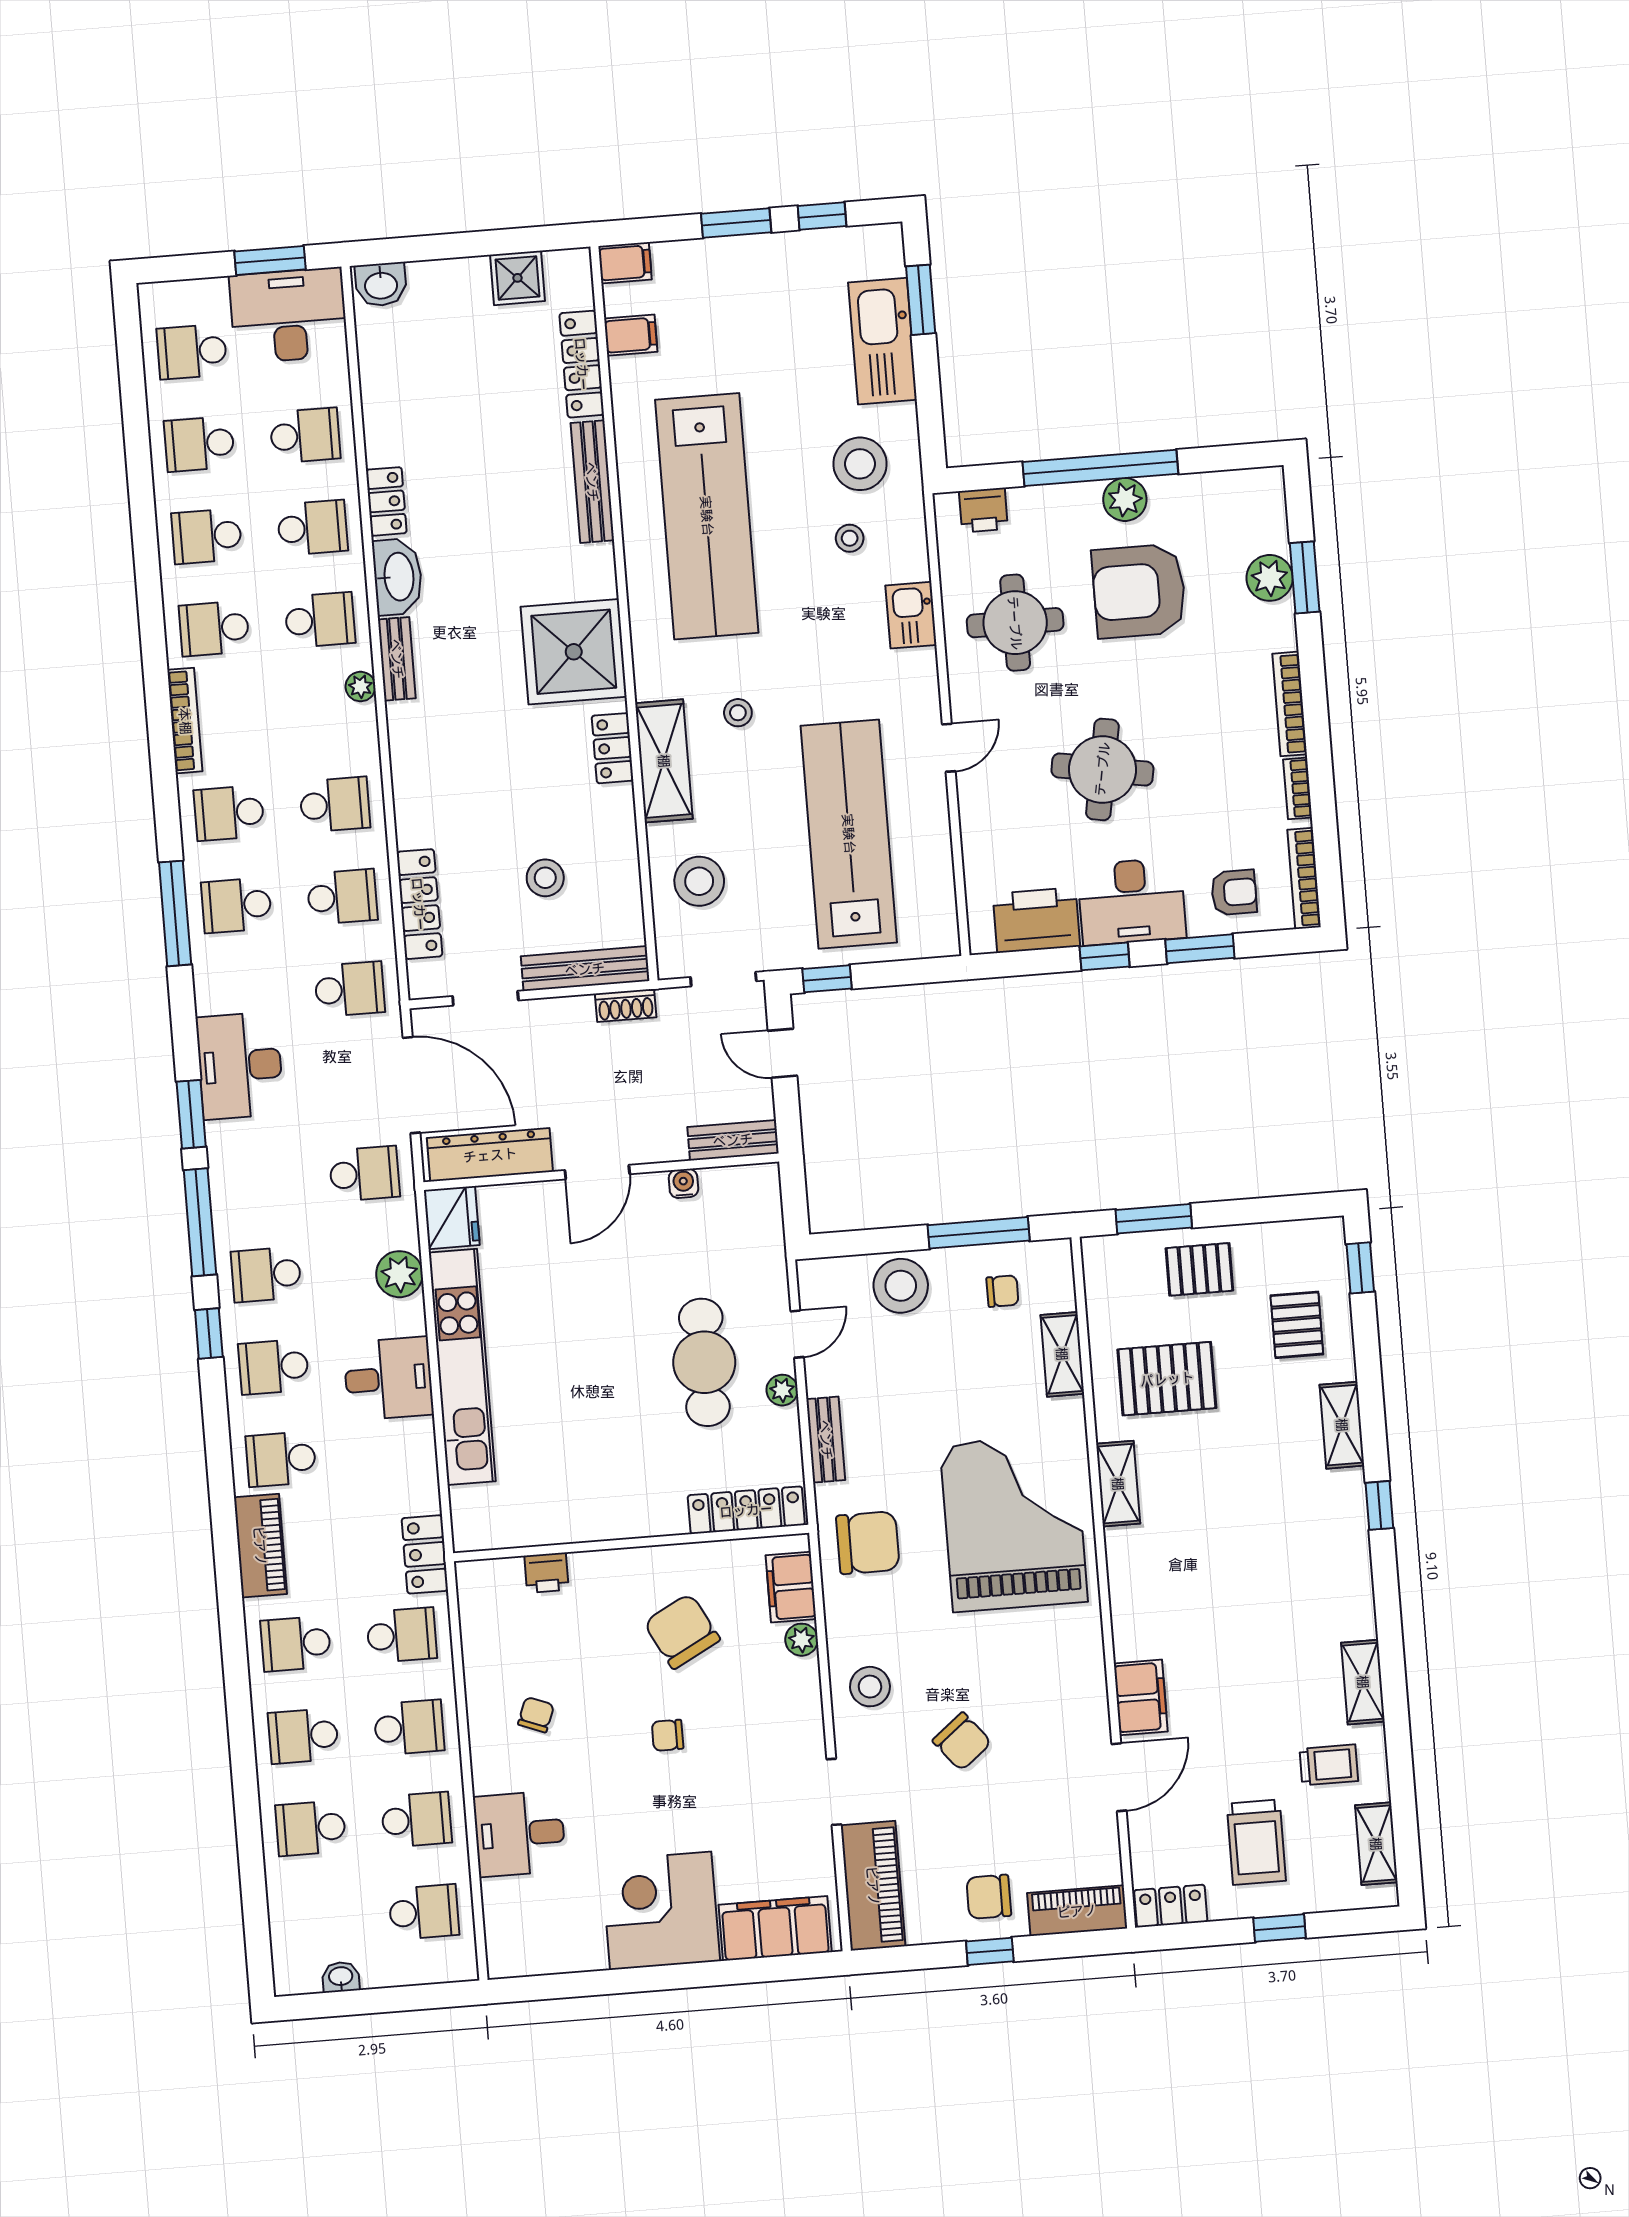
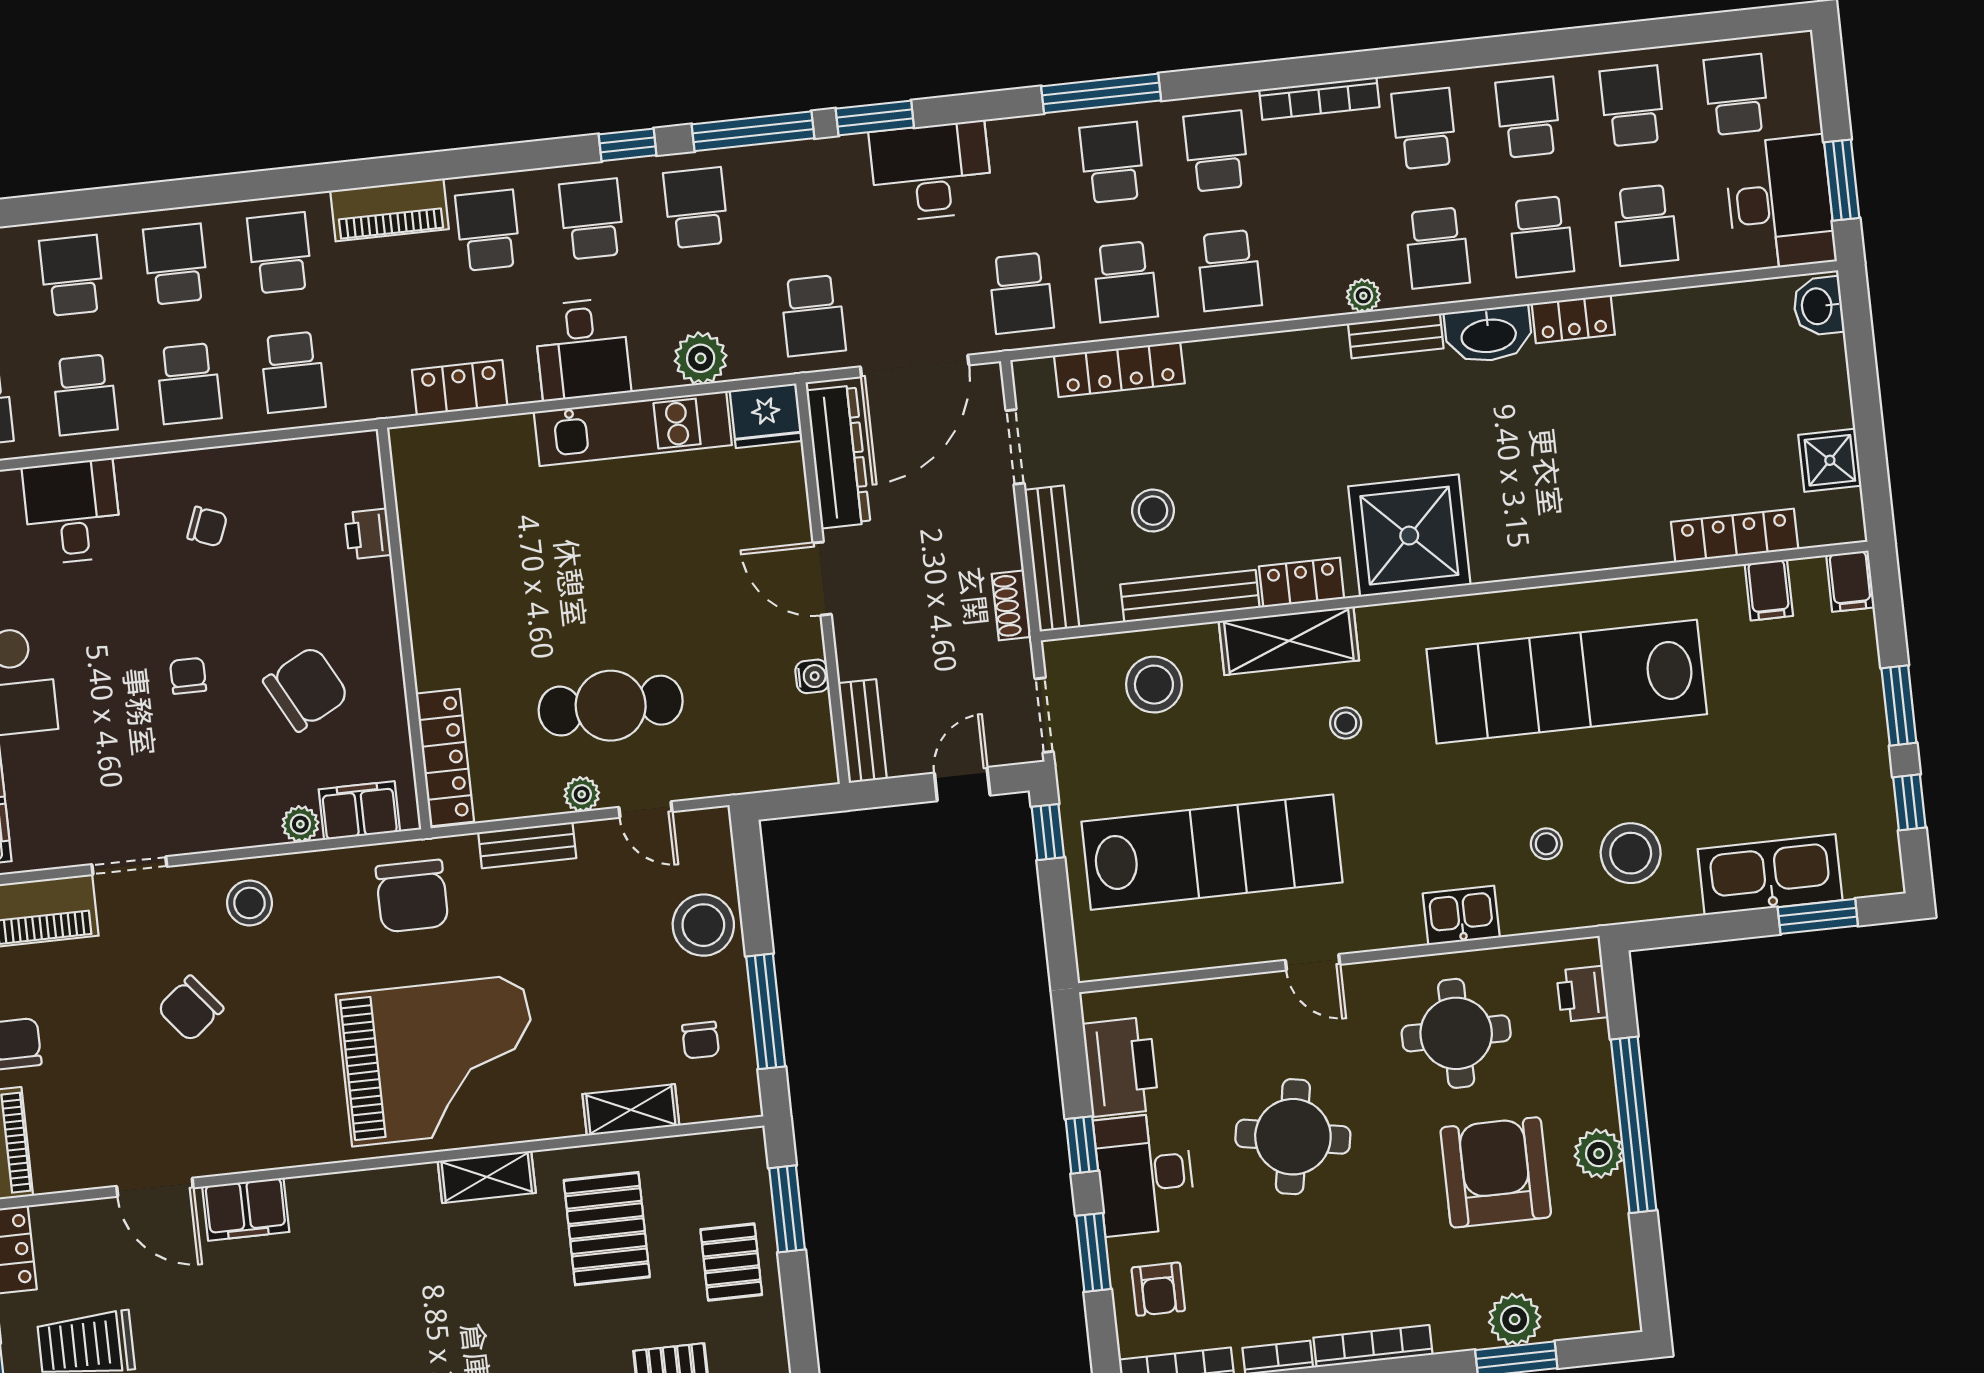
bench: (592, 482) -> (1190, 596), moved
kitchen unit: (462, 1367) -> (633, 428), width x0.73
locker: (425, 1554) -> (460, 388), moved

